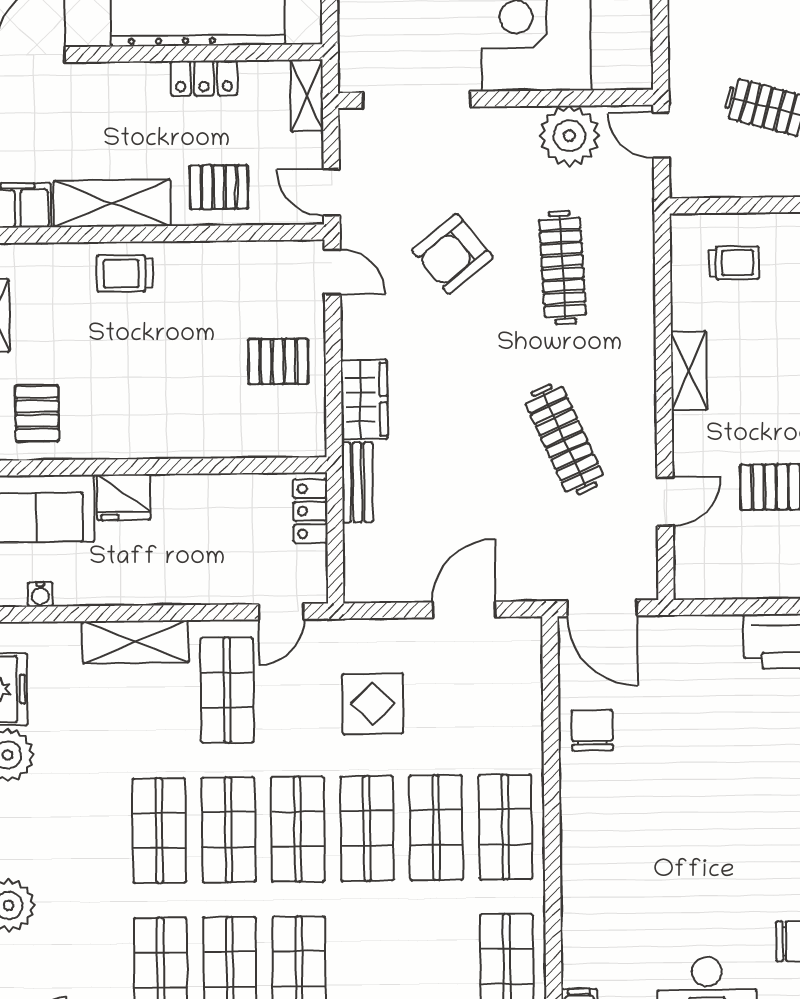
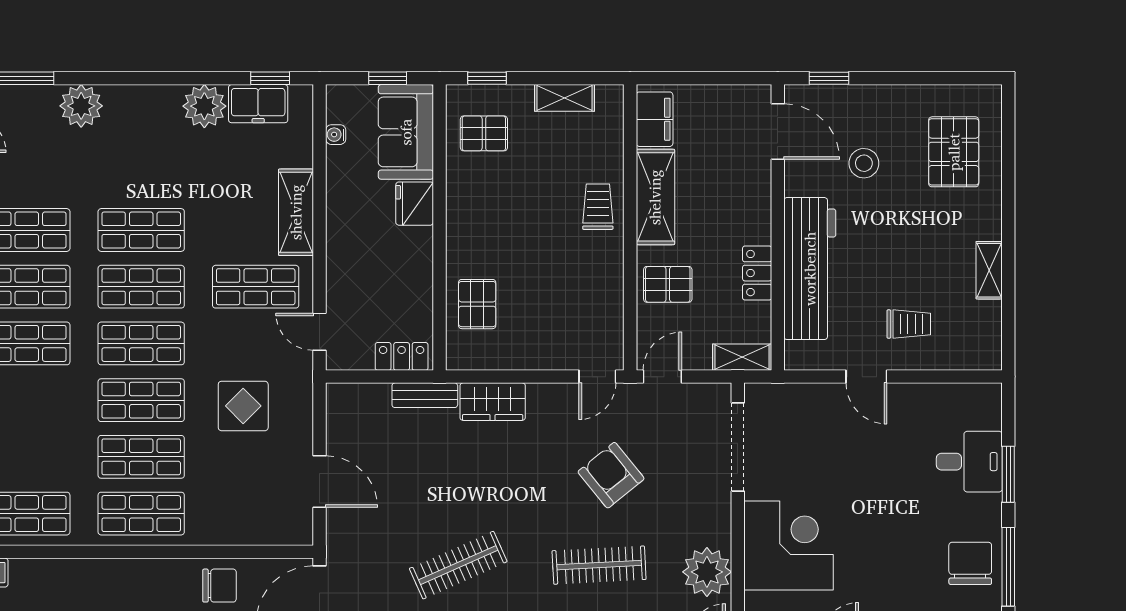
pallet: (219, 187) -> (668, 284), turned 90
pallet: (278, 362) -> (477, 304), moved

